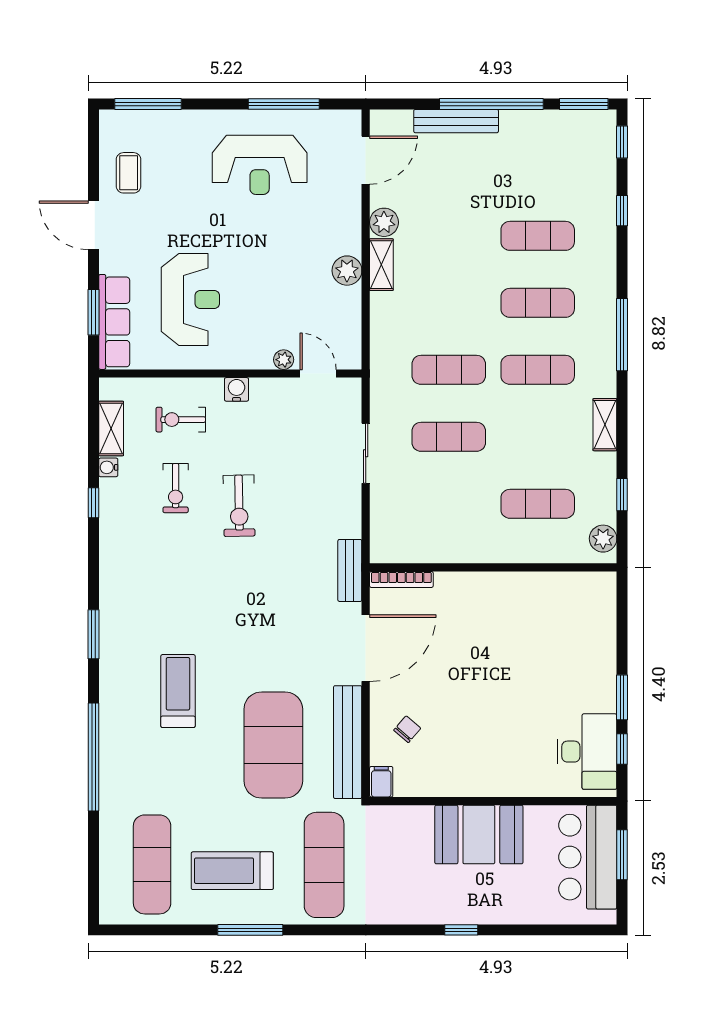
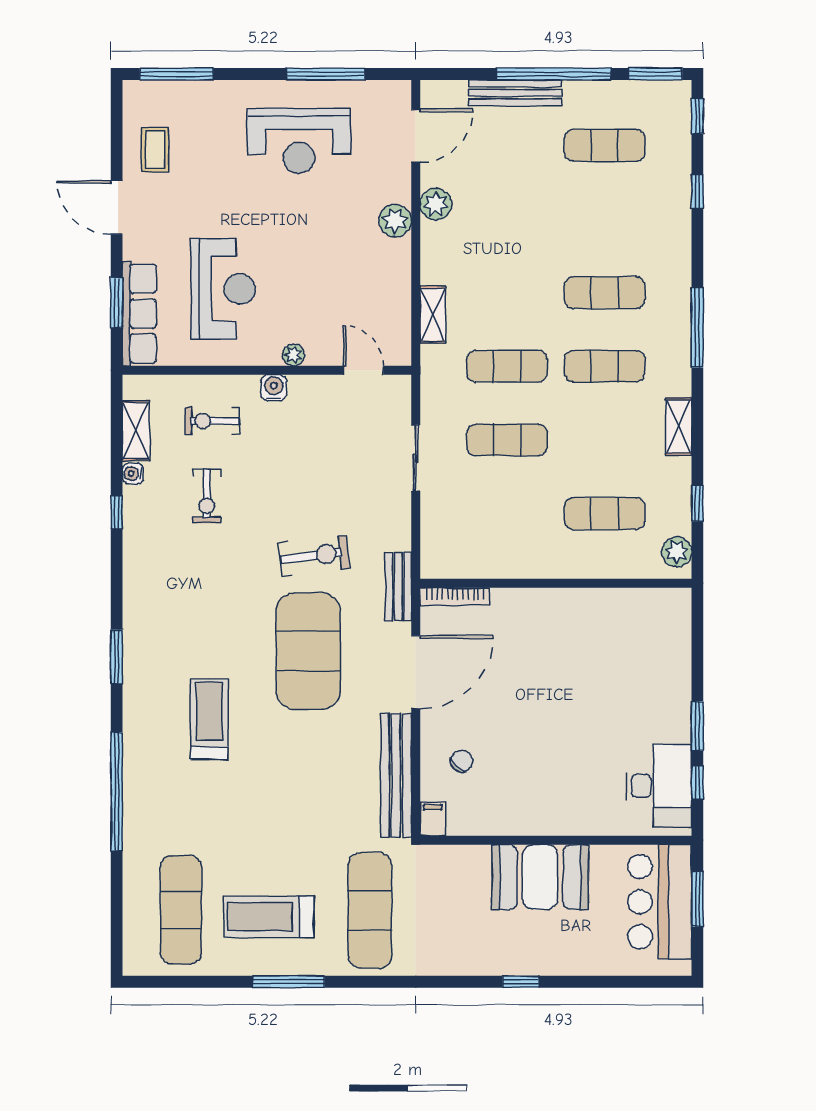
exercise mat: (538, 236) -> (605, 145), moved
shelving: (381, 265) -> (433, 315), moved
plant: (347, 271) -> (395, 221), moved
plant: (284, 360) -> (293, 355), moved
exercise bike: (239, 506) -> (314, 556), moved, turned -96
exercise mat: (273, 745) -> (308, 651), moved

